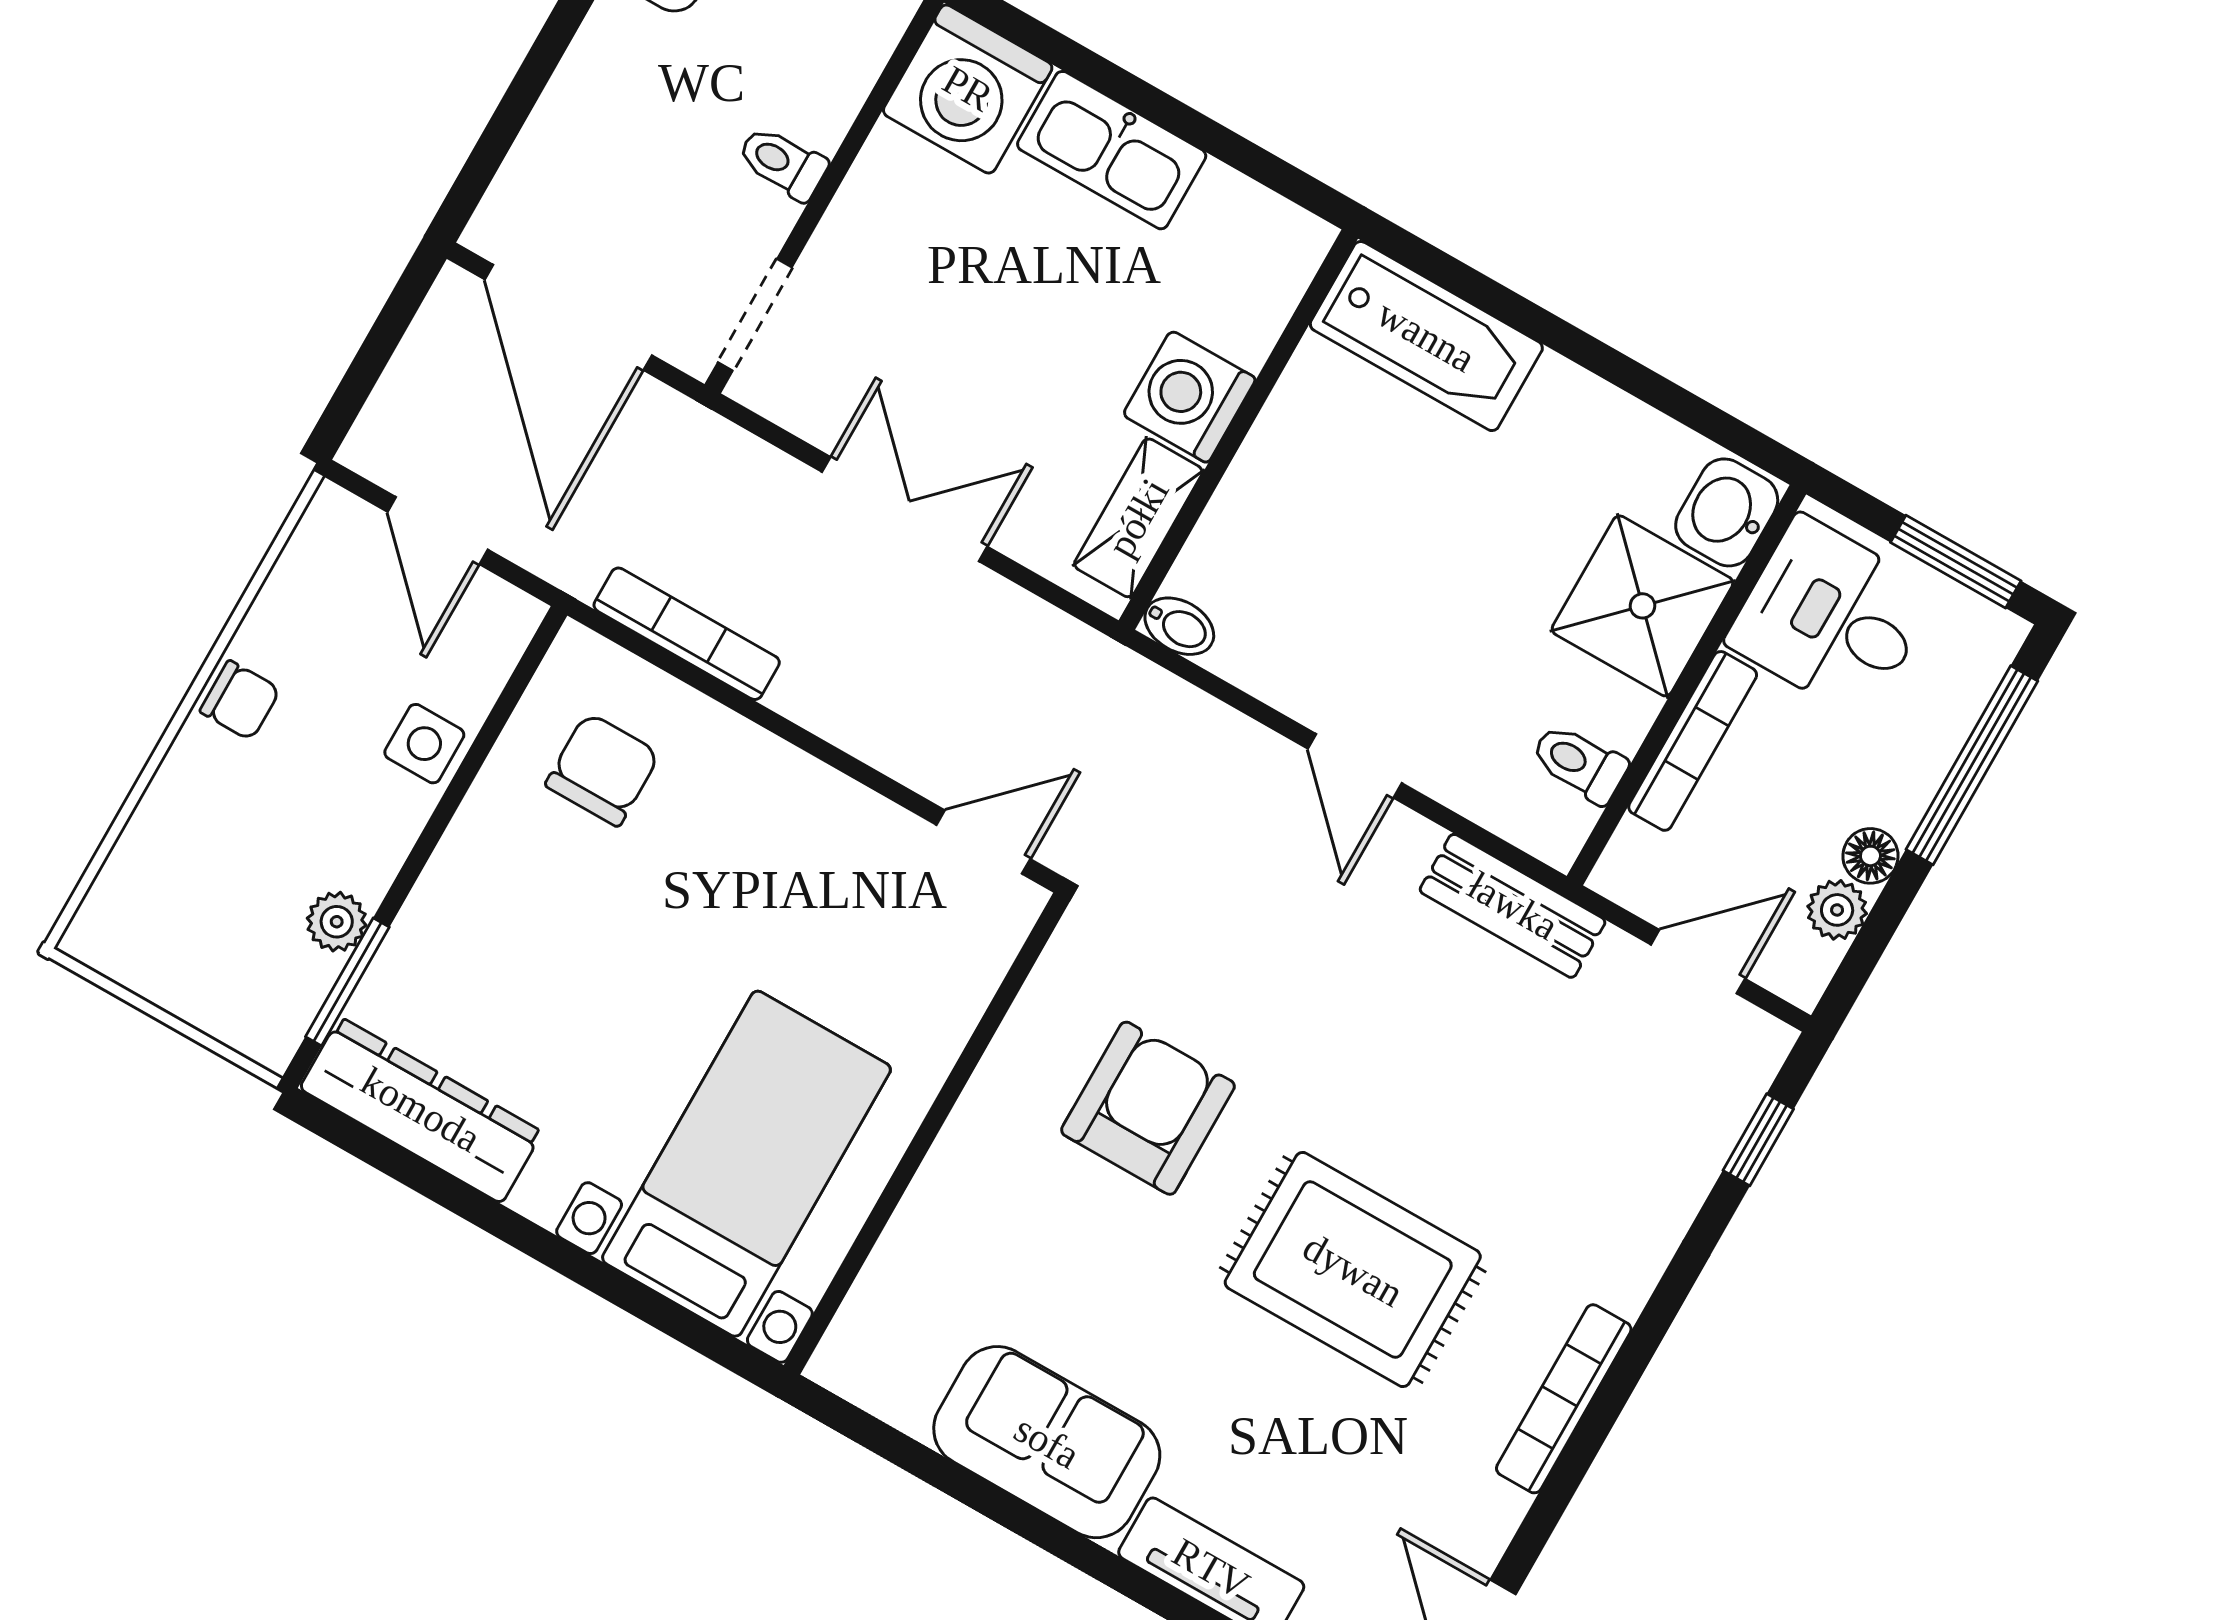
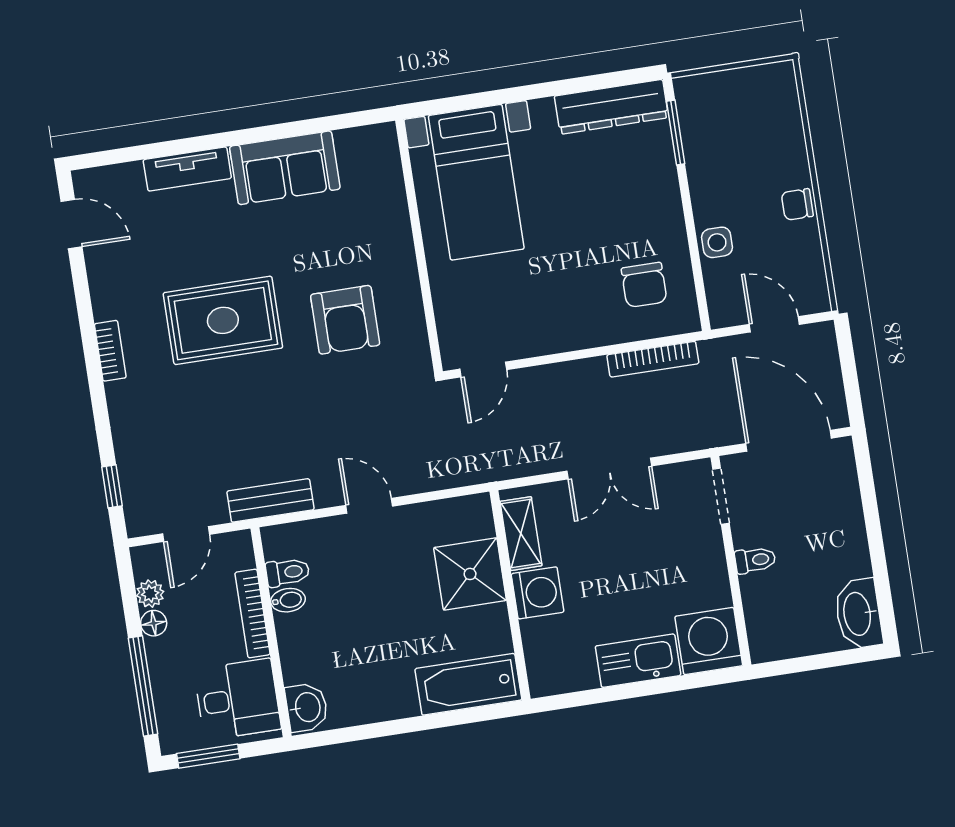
shower: (1642, 606) -> (470, 574), moved
bidet: (1179, 626) -> (288, 600), moved, turned 180
plant: (337, 922) -> (697, 151), removed
bookcase: (1564, 1399) -> (110, 351), width x0.64

